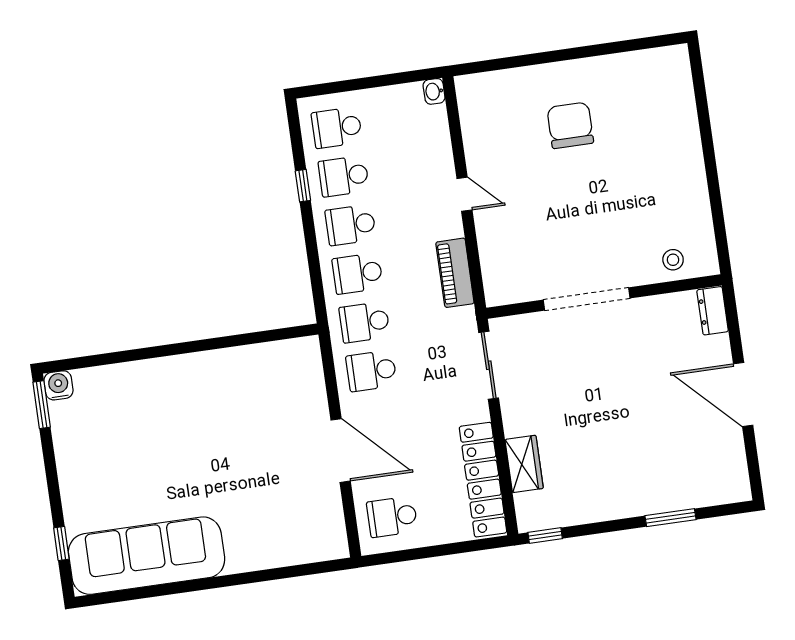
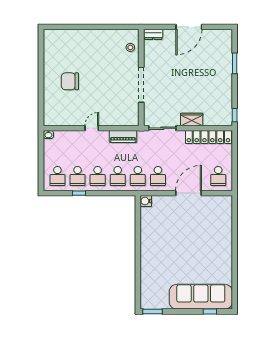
water cooler: (58, 385) -> (146, 201), moved
wardrobe: (524, 464) -> (192, 119), moved
sofa: (147, 556) -> (201, 297), moved, turned 90

